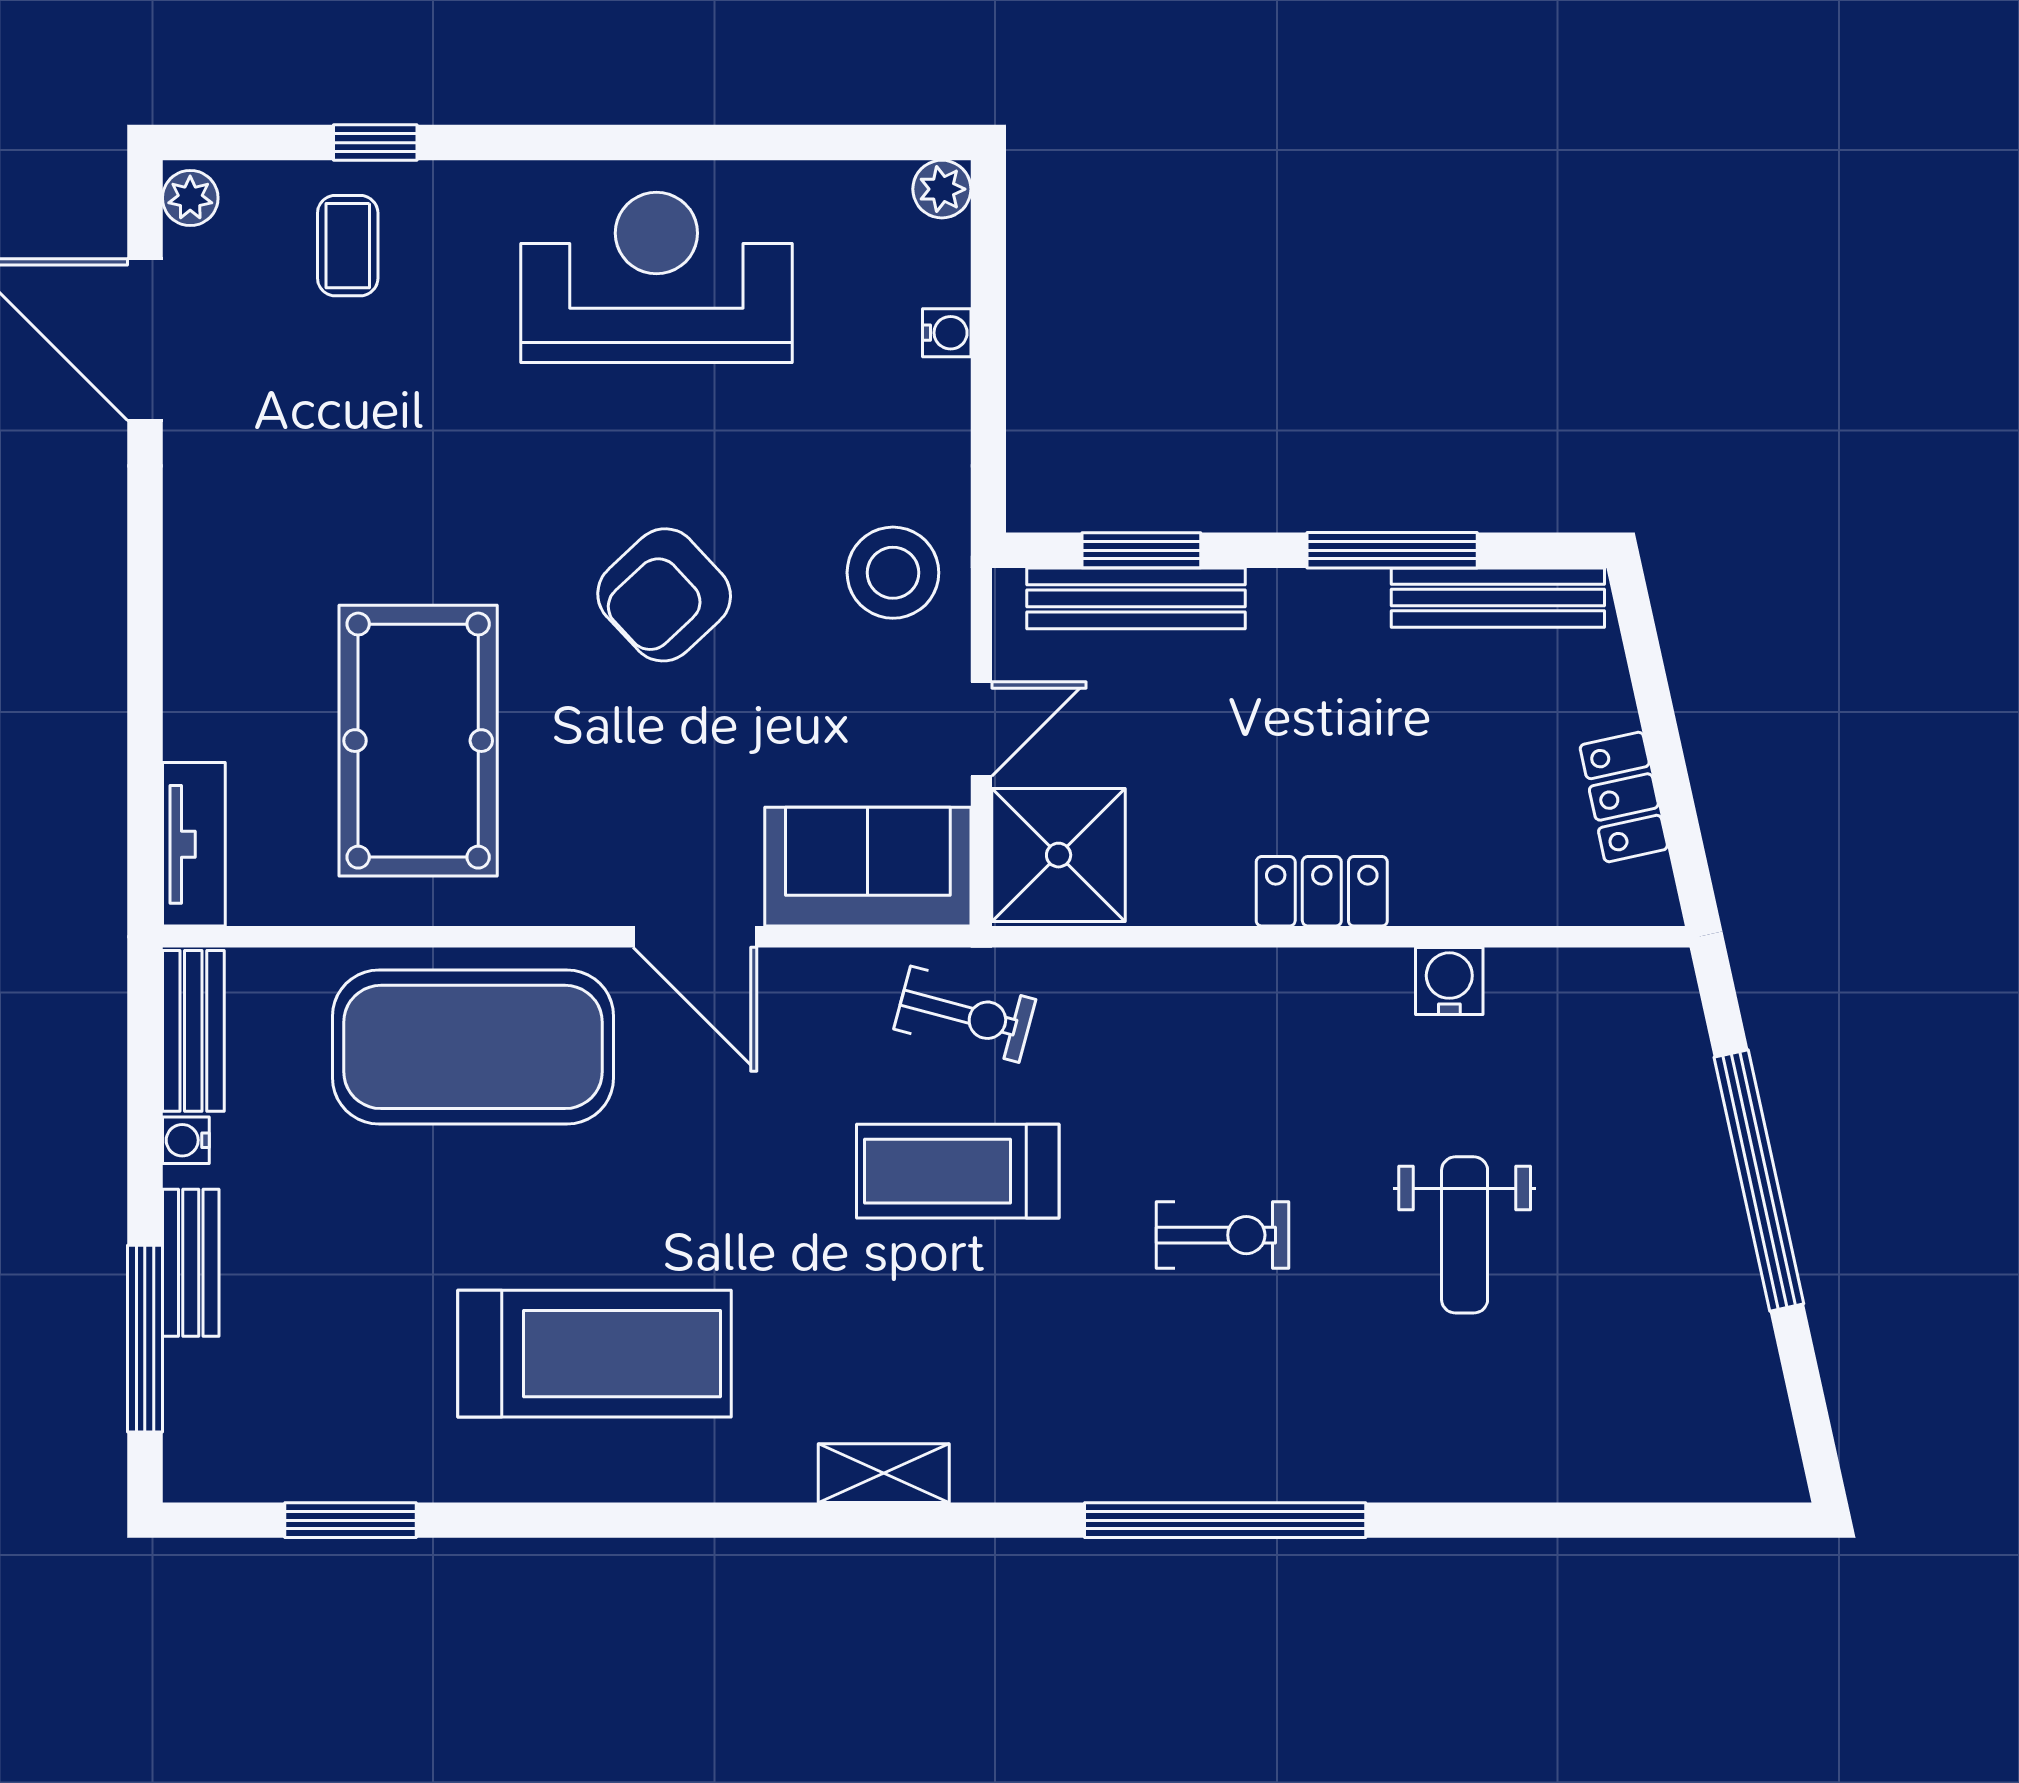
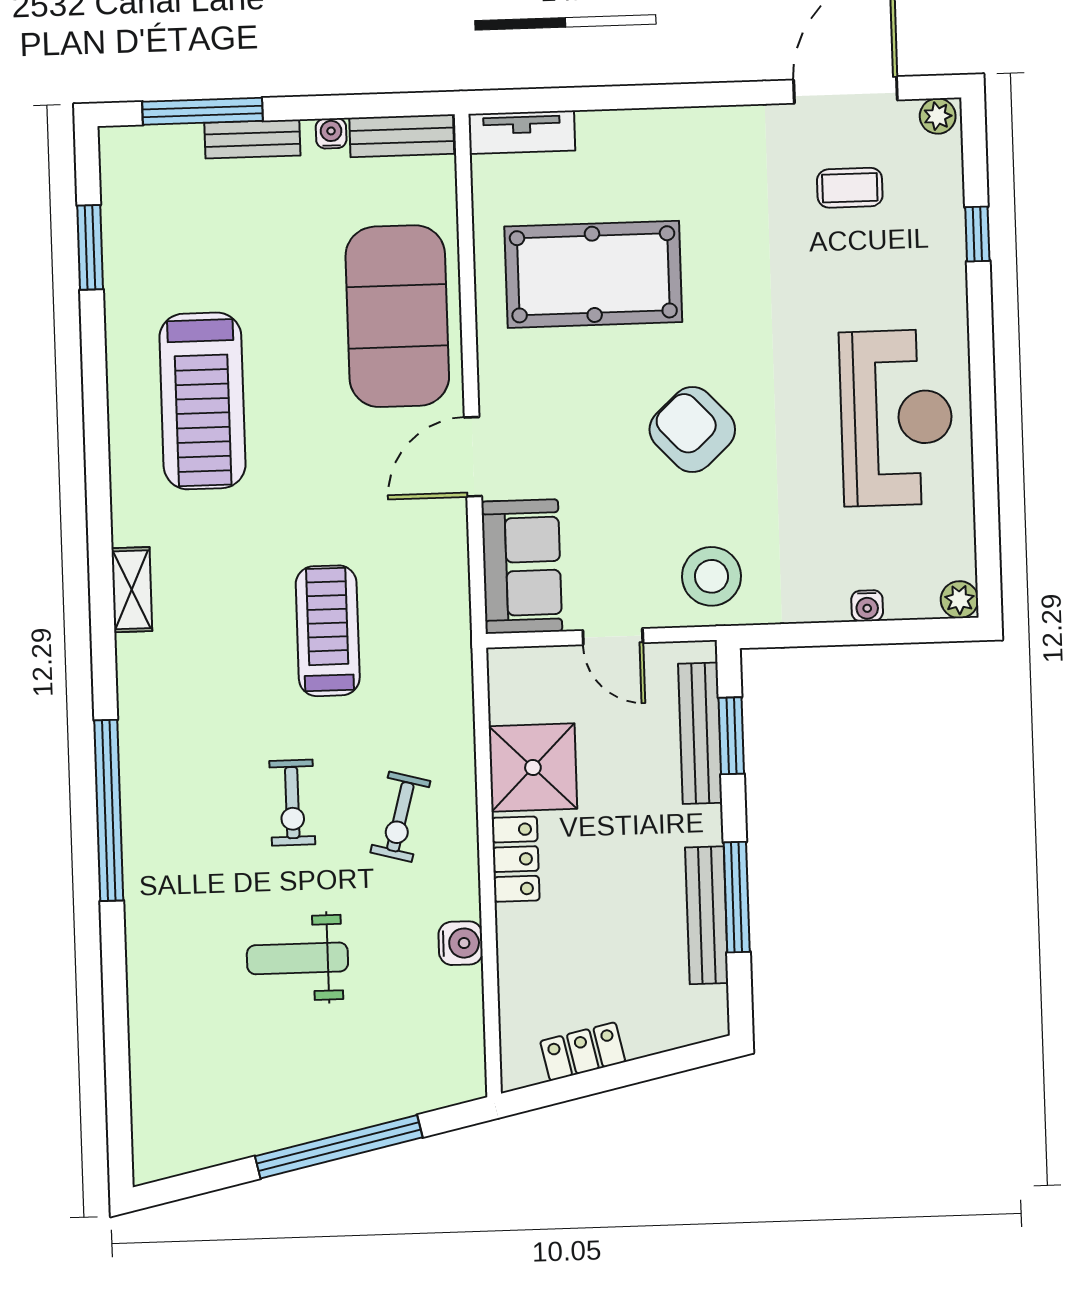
coffee table: (348, 246) -> (850, 188), moved
bench: (1498, 598) -> (707, 915), moved
shower: (1059, 855) -> (533, 767), moved
exercise bike: (965, 1014) -> (400, 817), moved

